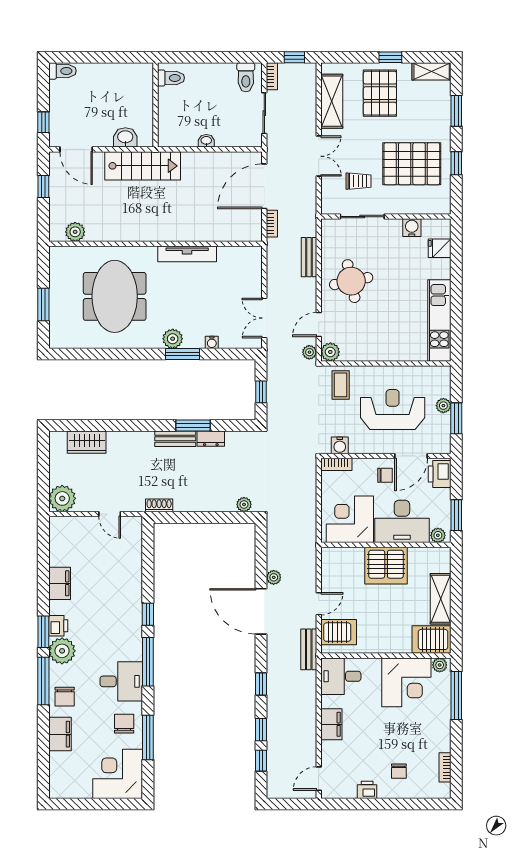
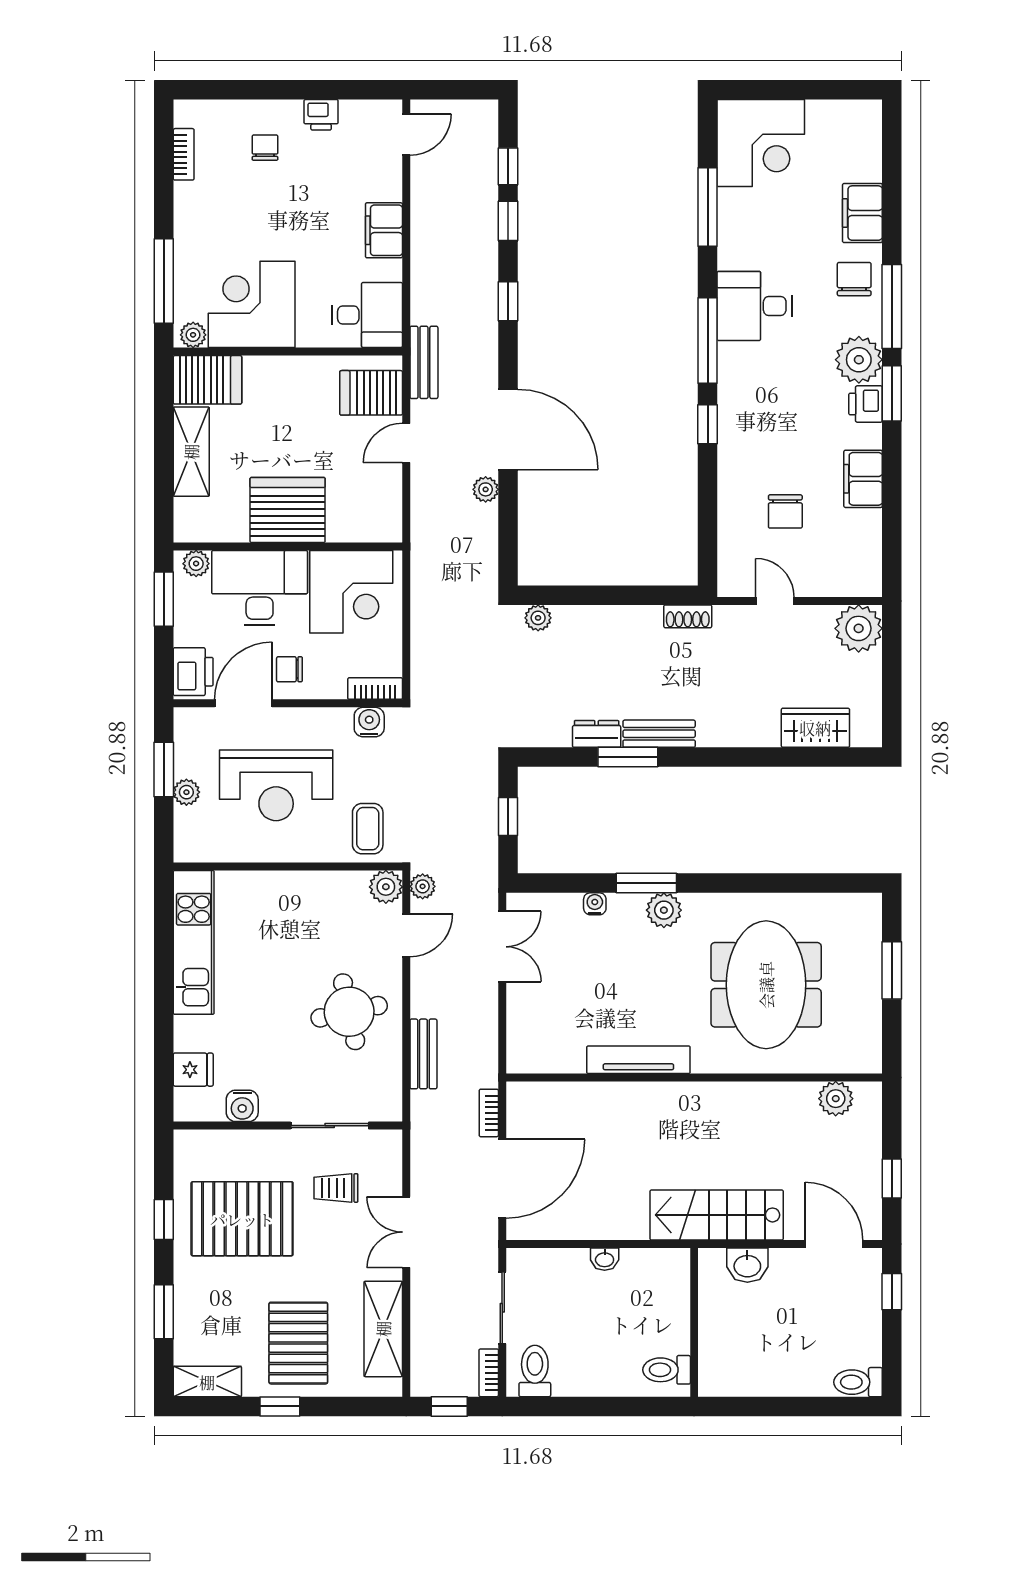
chair: (124, 724) -> (785, 511), moved

